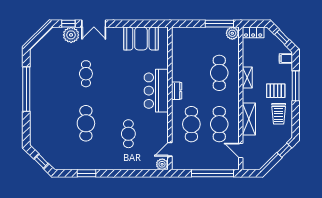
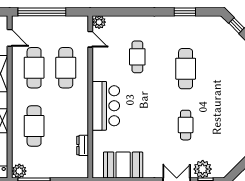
dresser: (177, 91) -> (83, 145), moved
door: (170, 149) -> (90, 39), hinge flipped

